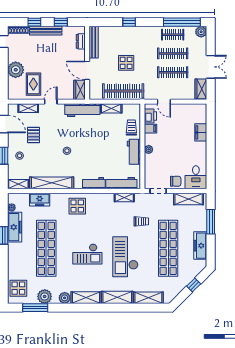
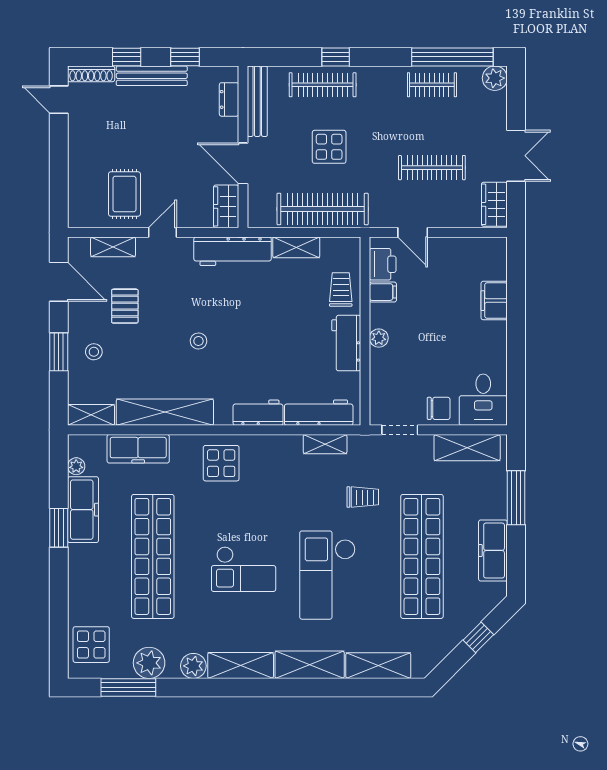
clothes rail: (173, 53) -> (323, 85), moved
plant: (16, 70) -> (85, 162), removed
freezer: (40, 200) -> (138, 449), width x1.40

